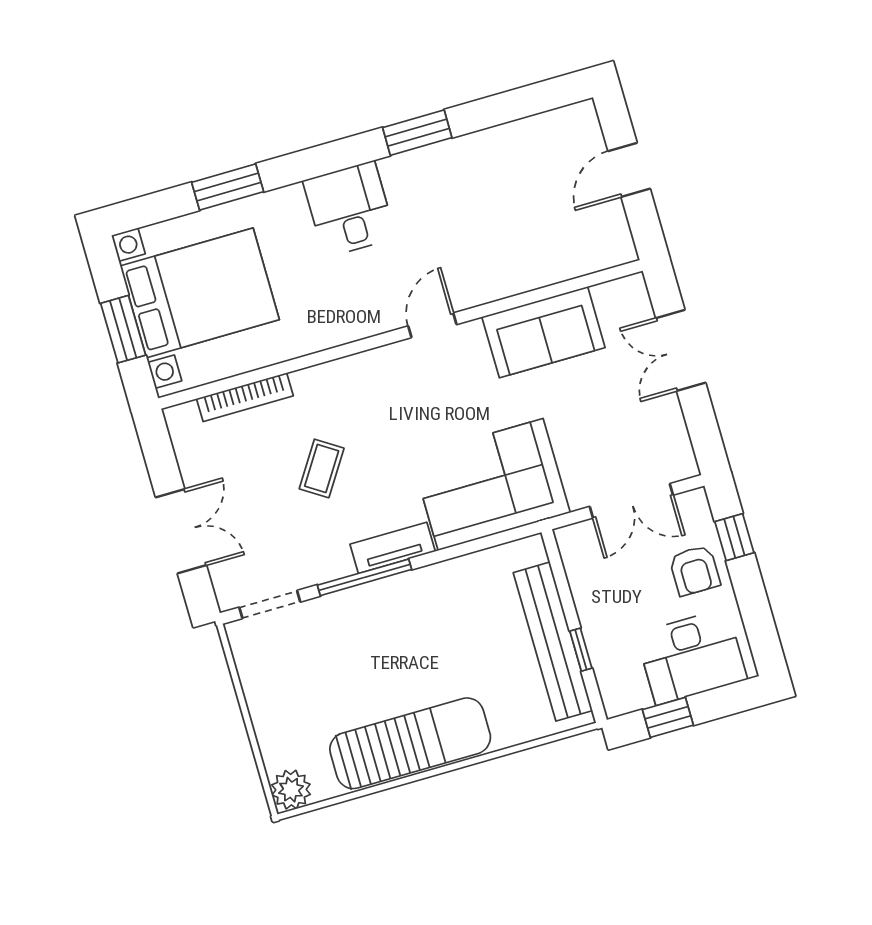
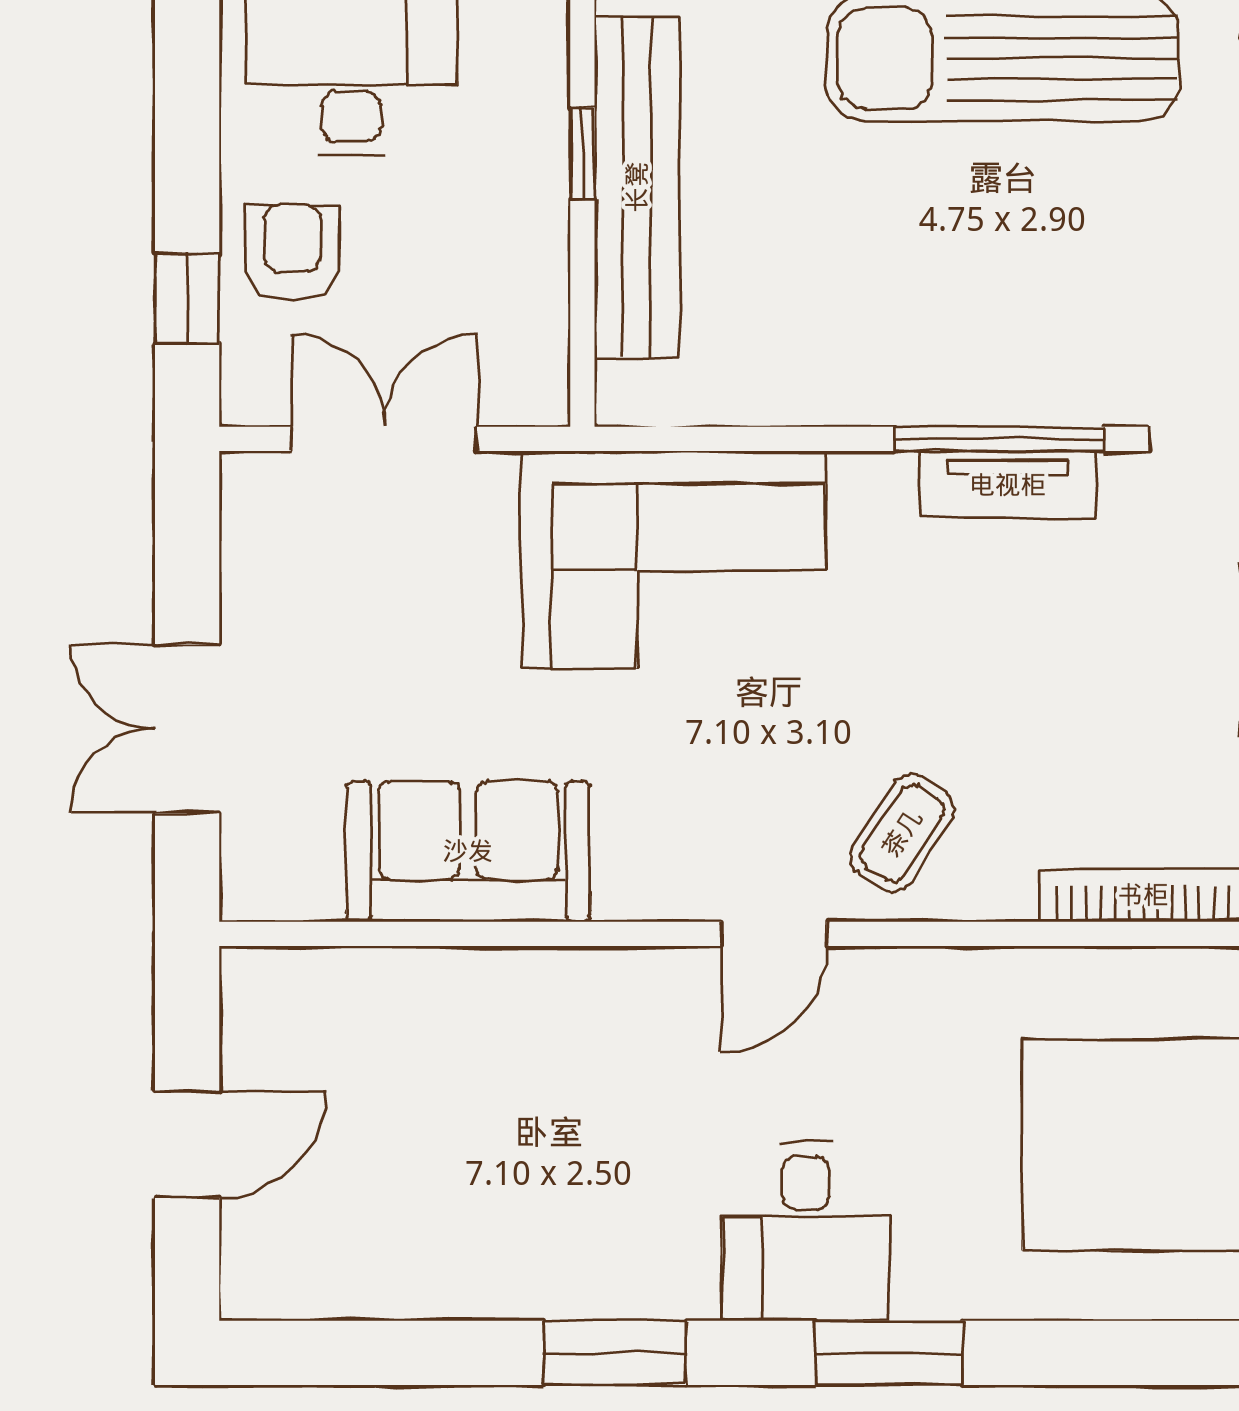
window: (228, 187) -> (889, 1353), moved
door: (432, 325) -> (774, 934), moved
double door: (681, 350) -> (187, 729), swing flipped
coffee table: (322, 468) -> (902, 833), moved
tv unit: (393, 548) -> (1008, 485), moved

